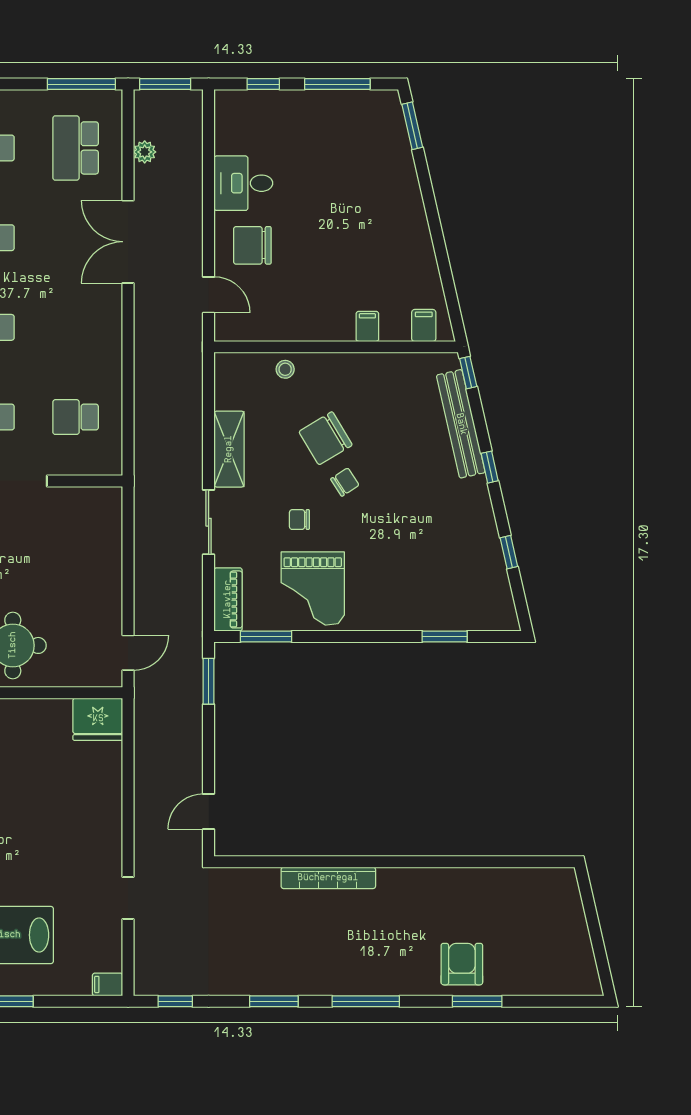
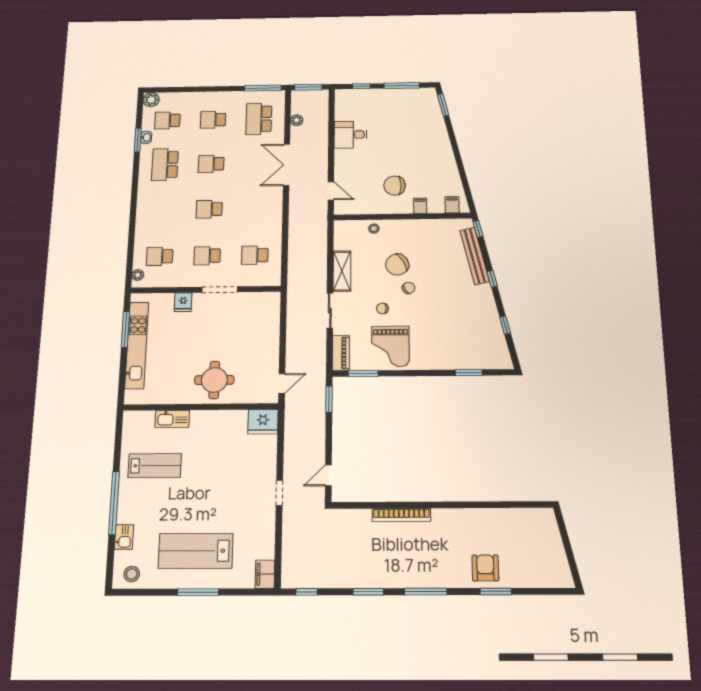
chair: (252, 245) -> (395, 186), moved
doorway: (128, 898) -> (279, 493), moved
filing cabinet: (108, 984) -> (265, 574), width x2.00

